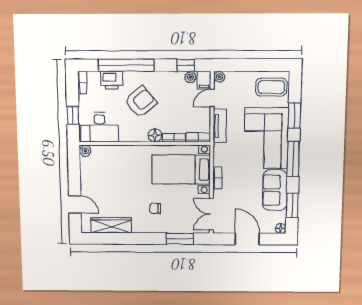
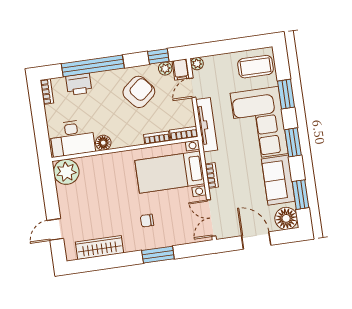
armchair: (141, 102) -> (139, 92), moved
window: (73, 115) -> (41, 129), removed
tv unit: (220, 126) -> (207, 125), width x1.41
floor lamp: (155, 135) -> (103, 143), moved
plant: (85, 151) -> (66, 172), width x1.87, depth x1.87
window: (293, 159) -> (293, 142), width x0.69
door: (75, 204) -> (55, 229), swing flipped
floor lamp: (281, 229) -> (286, 218), width x1.89, depth x1.89
window: (180, 239) -> (158, 255), moved

